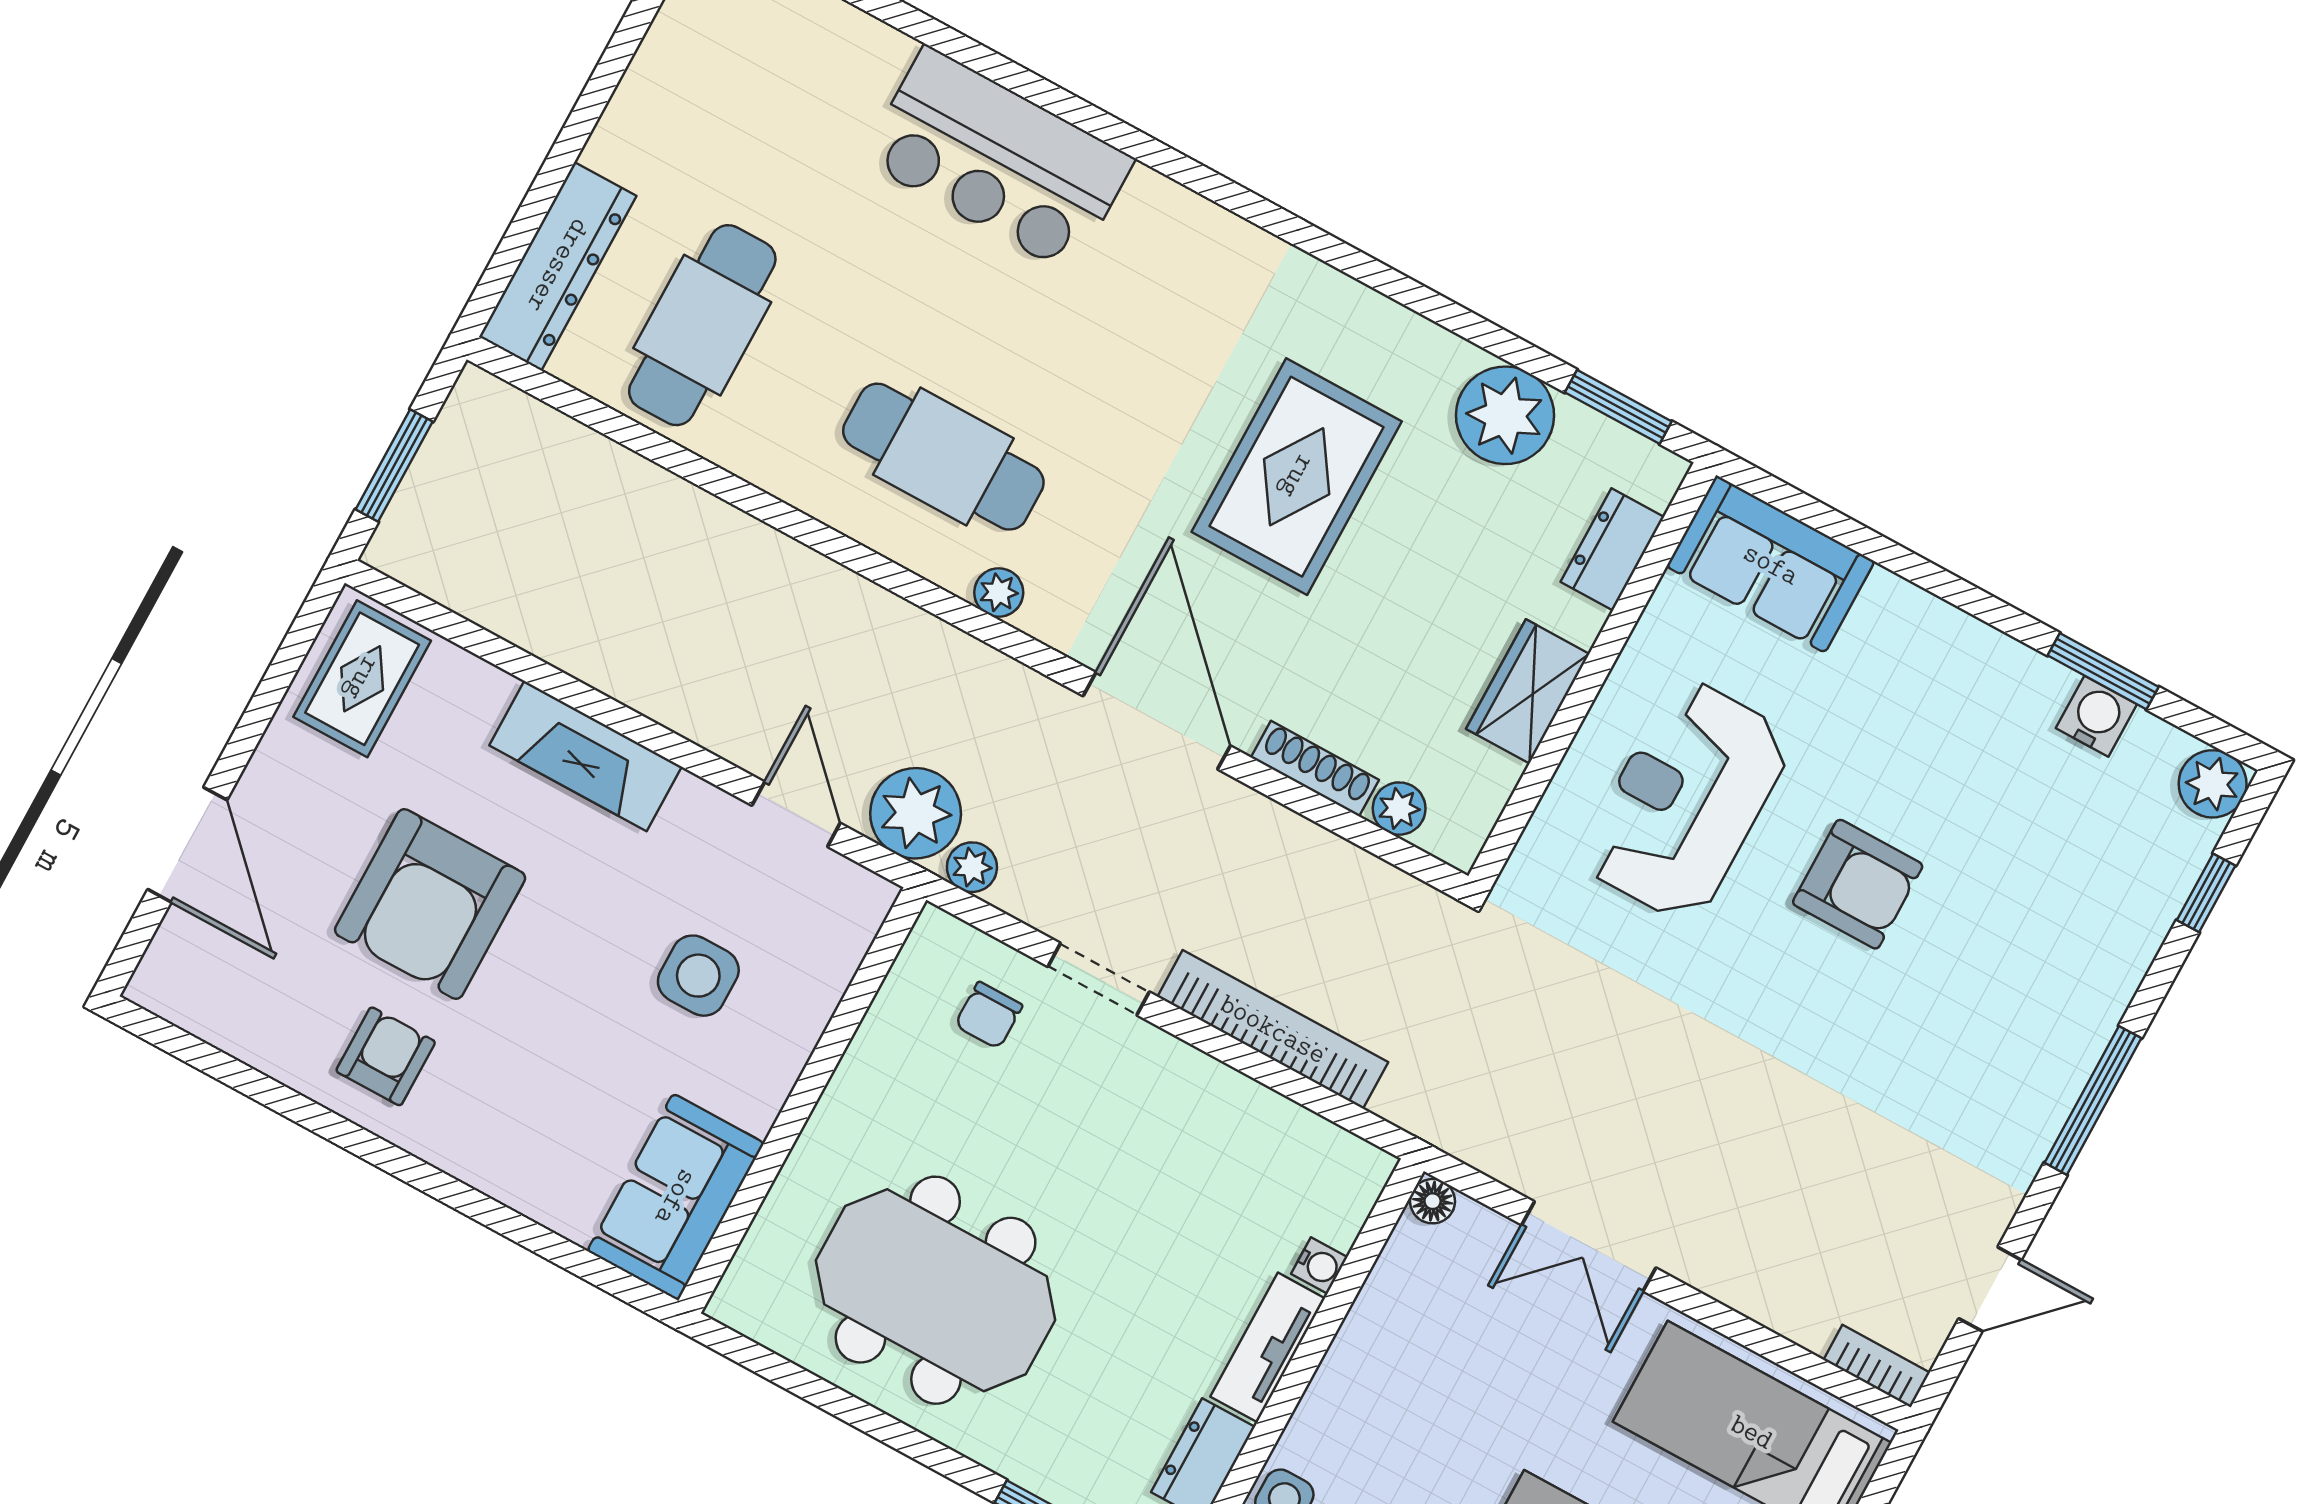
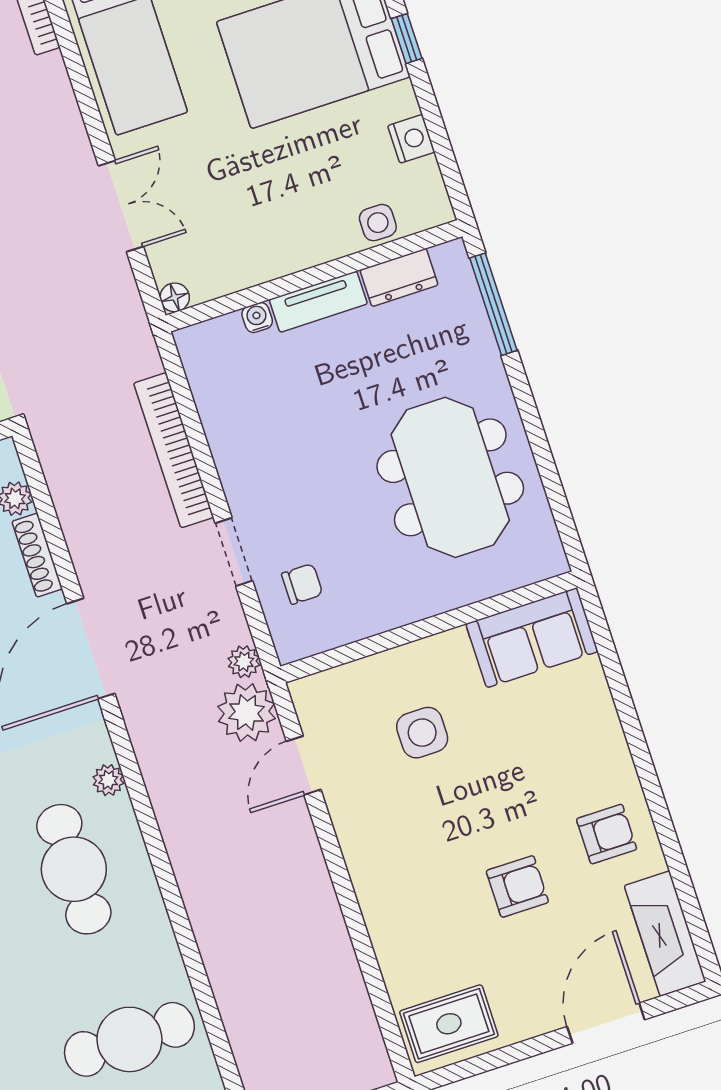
fireplace: (586, 756) -> (665, 933), moved, turned 180
armchair: (430, 904) -> (517, 886), width x0.53, depth x0.53
armchair: (386, 1056) -> (607, 834), turned 180

